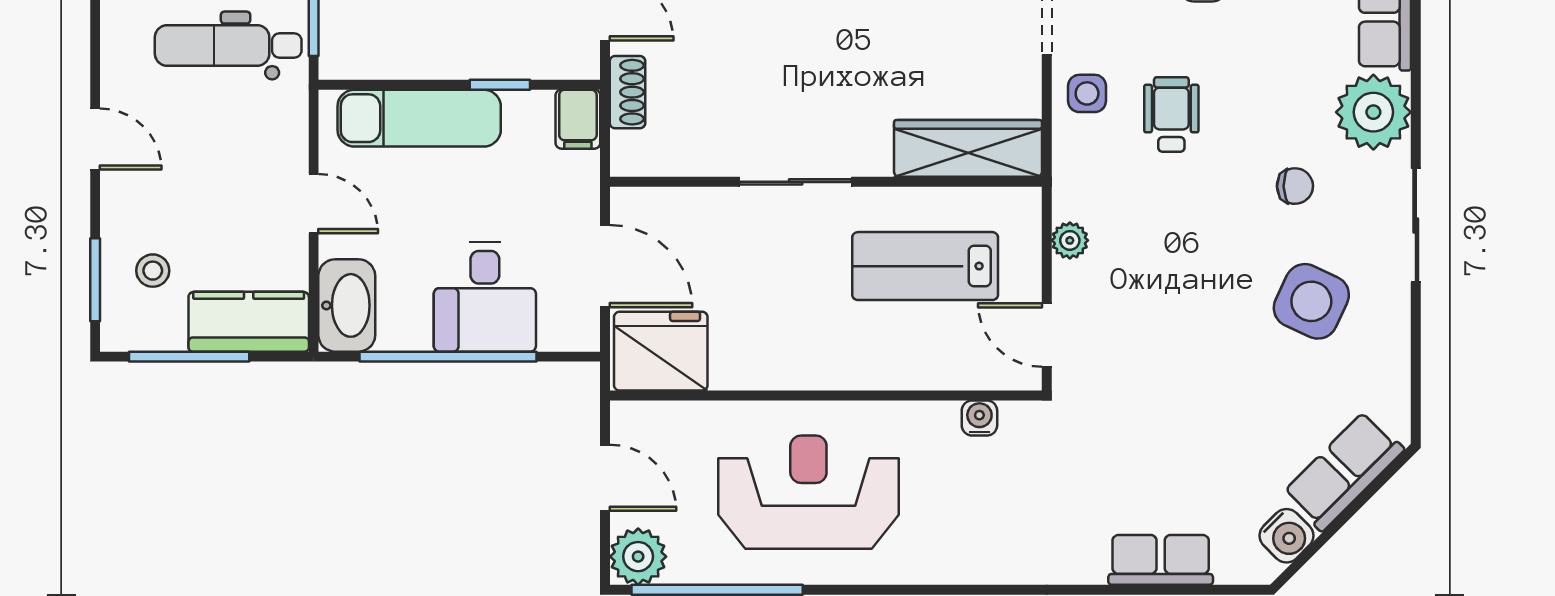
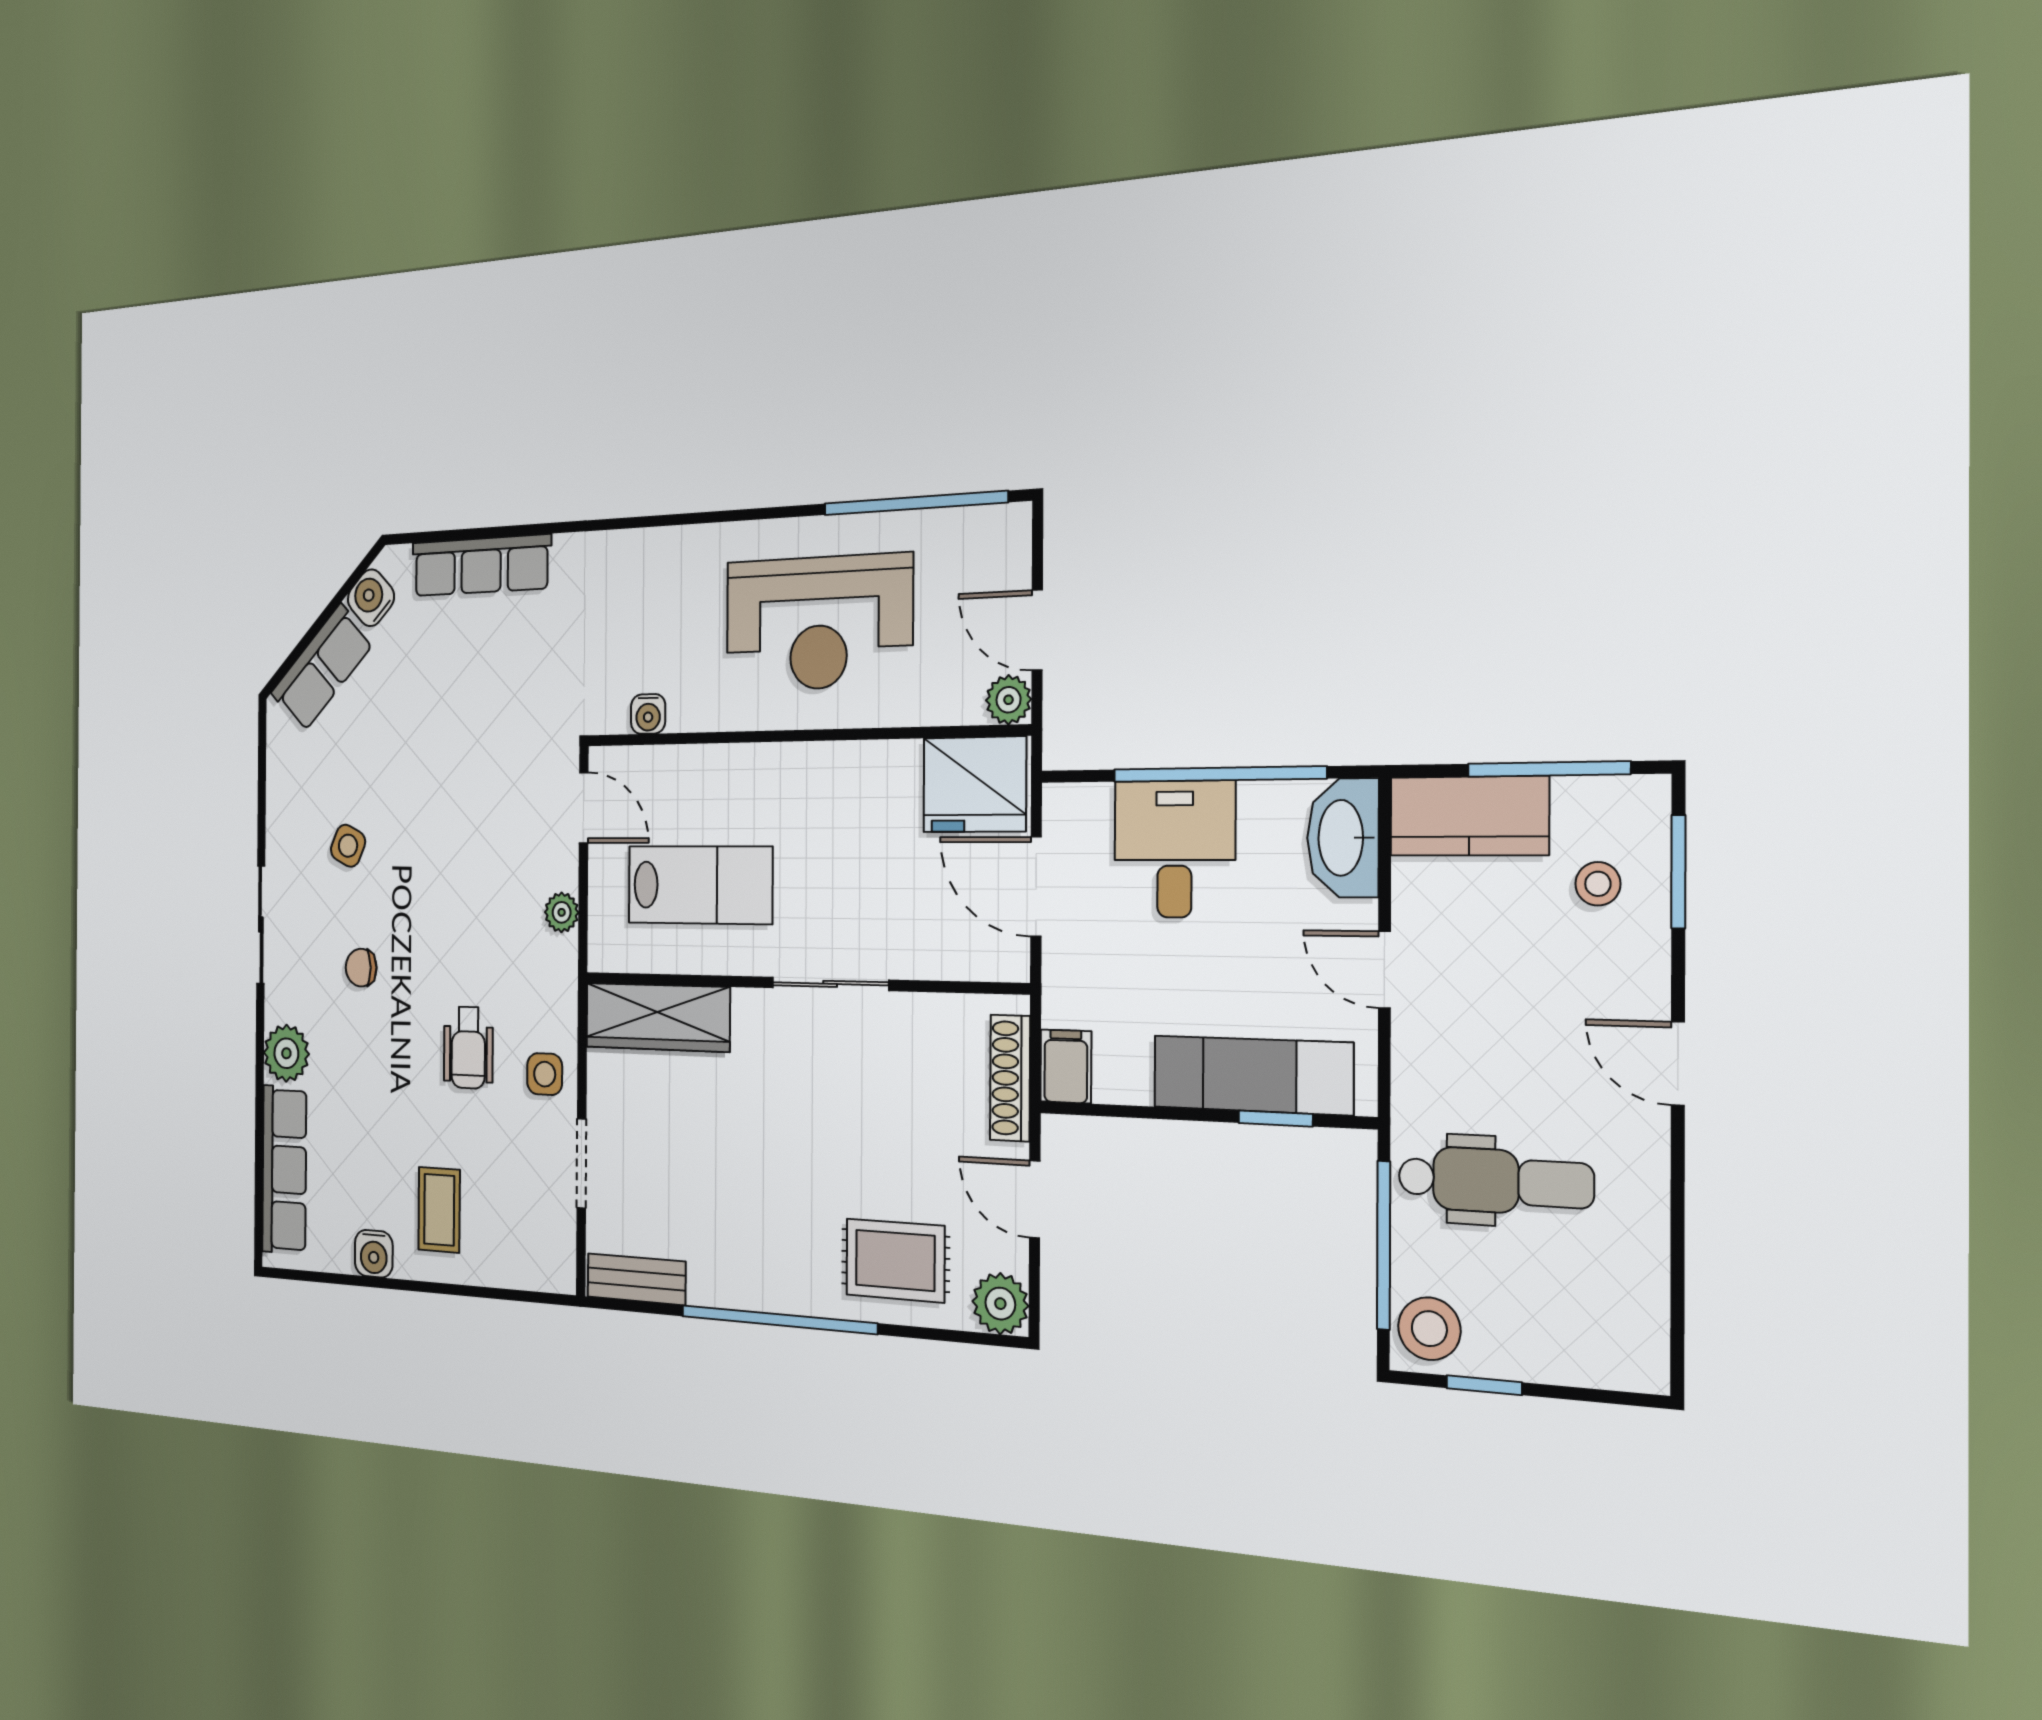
window: (500, 85) -> (1276, 1119), moved
shoe rack: (627, 92) -> (1010, 1078), width x1.43
plant: (1373, 112) -> (286, 1053), width x0.73, depth x0.73
side table: (1311, 301) -> (348, 846), width x0.54, depth x0.54
plant: (638, 557) -> (1009, 700), moved, width x0.73, depth x0.73
row of seats: (1161, 560) -> (481, 565), width x1.48

